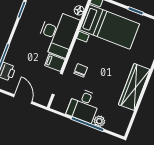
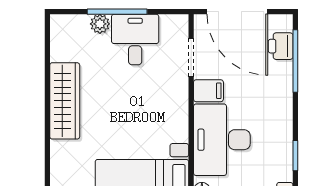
chair: (81, 70) -> (162, 94), removed
door: (23, 99) -> (237, 12), width x1.88

